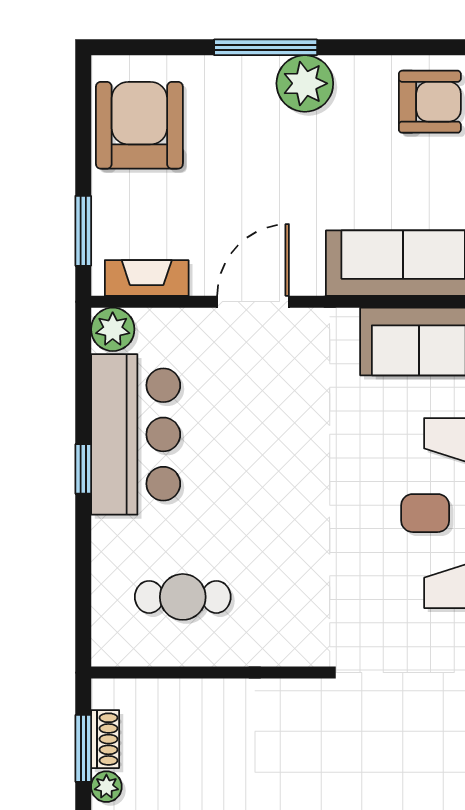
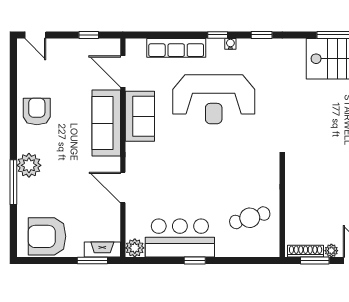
fireplace: (147, 278) -> (102, 249), moved, turned 90
cafe table: (183, 597) -> (250, 218), turned 73
shoe rack: (105, 739) -> (306, 251), width x1.43

